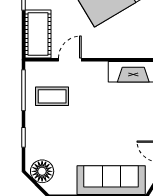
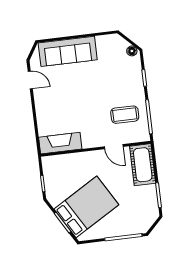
door: (70, 60) -> (114, 147), hinge flipped
floor lamp: (42, 171) -> (132, 51), width x0.53, depth x0.53

